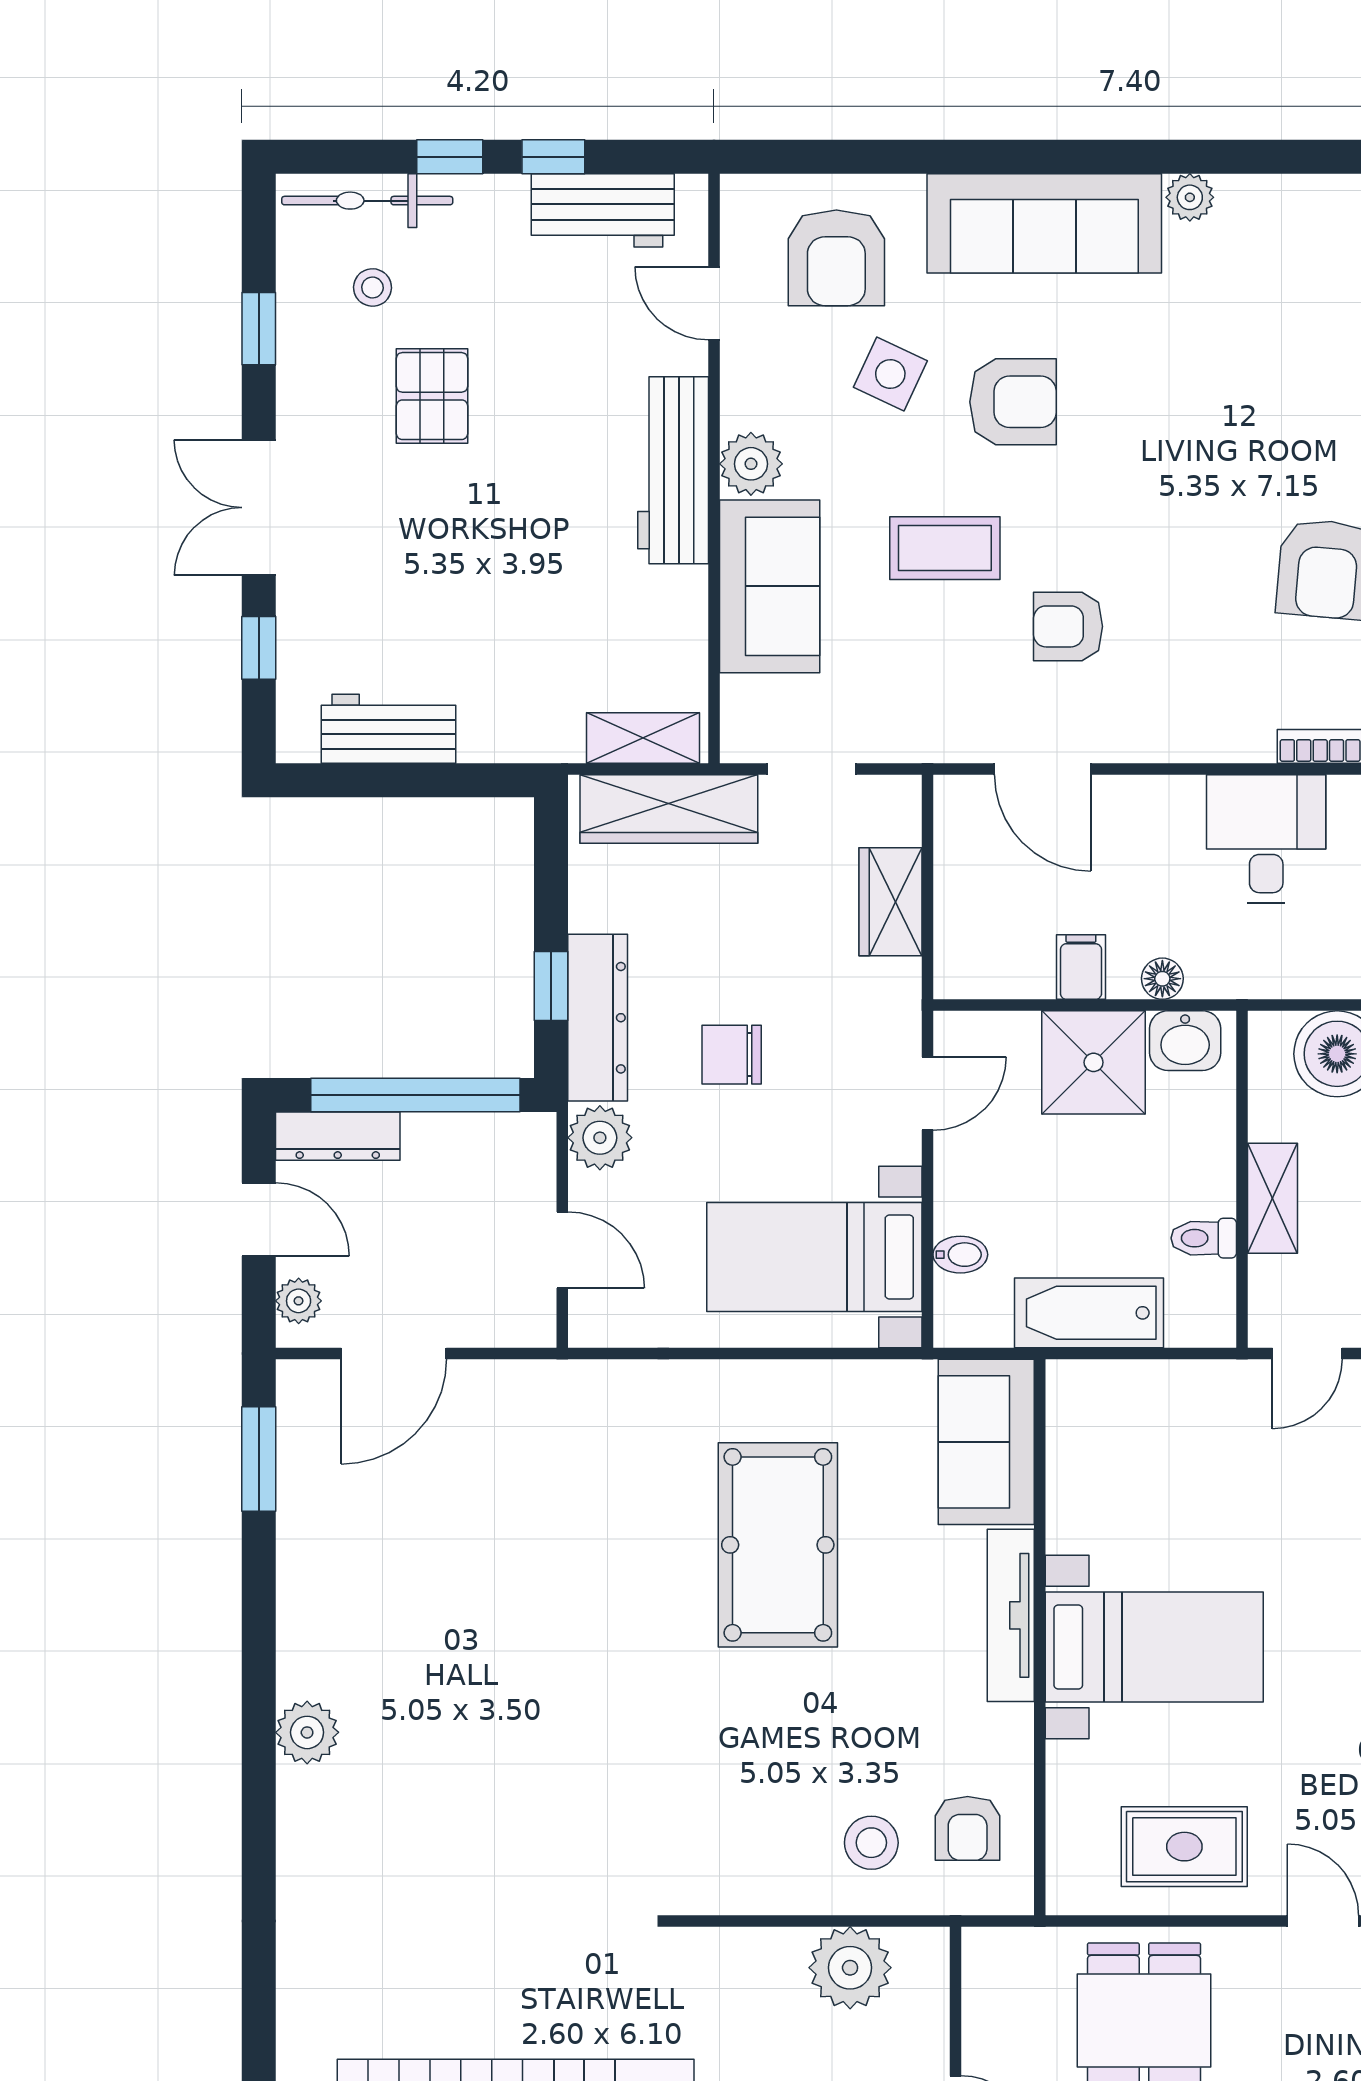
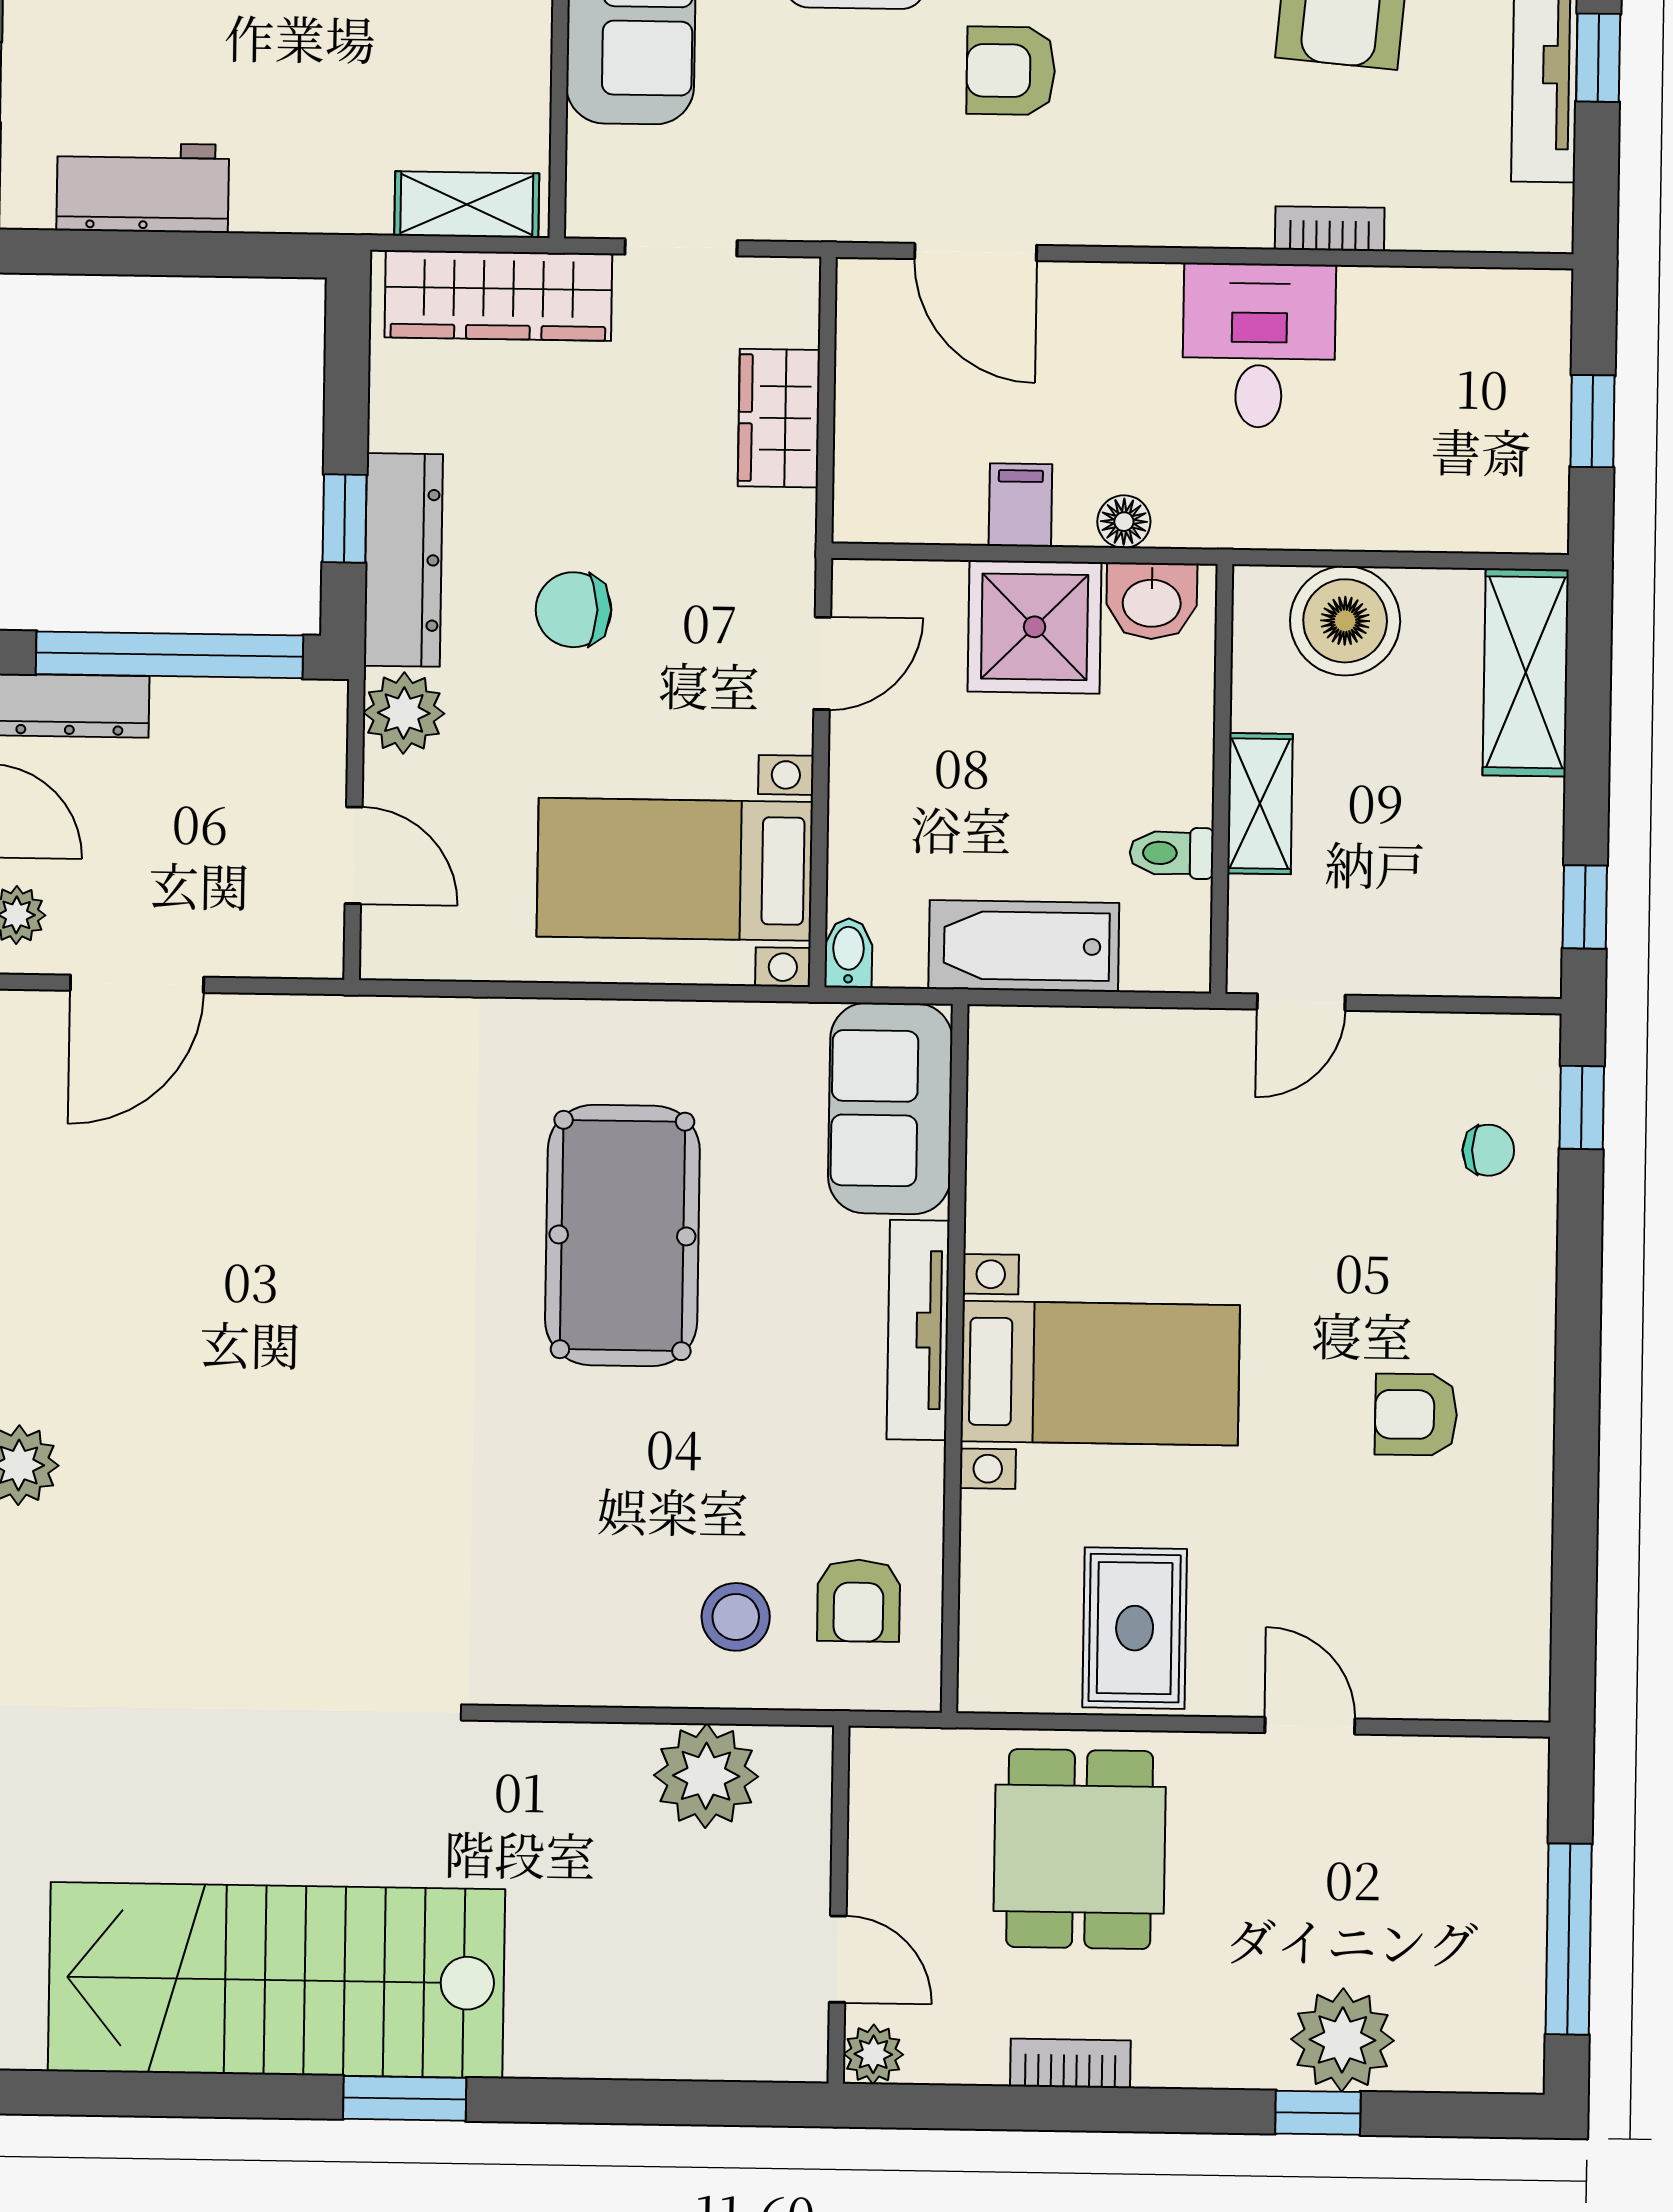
bidet: (960, 1255) -> (848, 953), moved, turned -90
rug: (1184, 1847) -> (1135, 1628), turned 90

